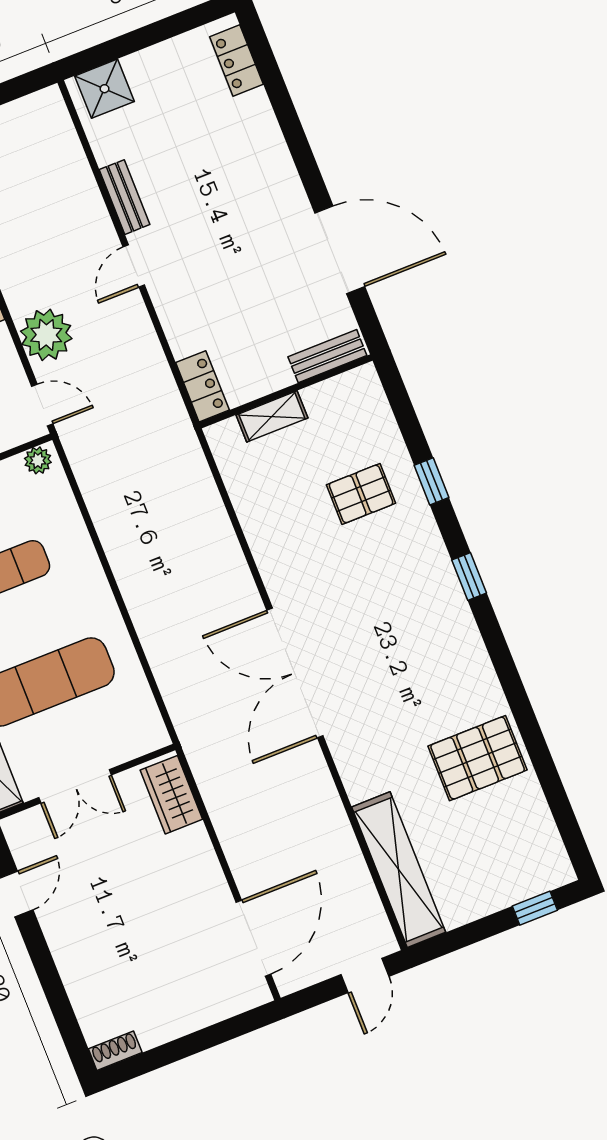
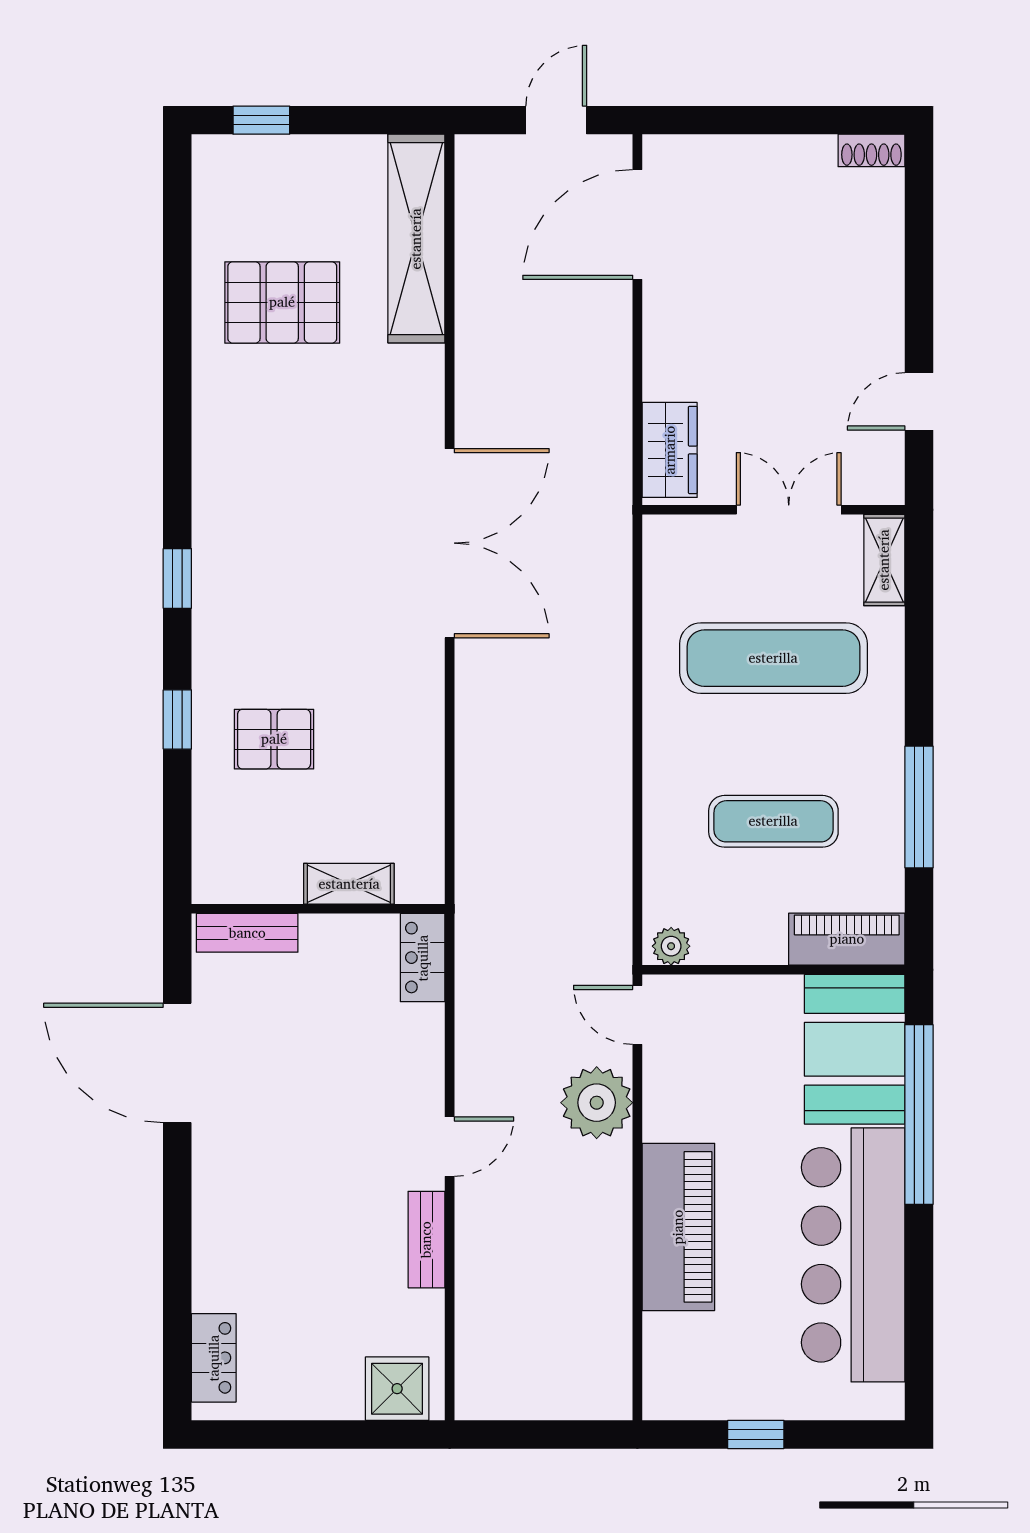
pallet: (478, 758) -> (282, 302), moved
door: (365, 975) -> (556, 120), moved

